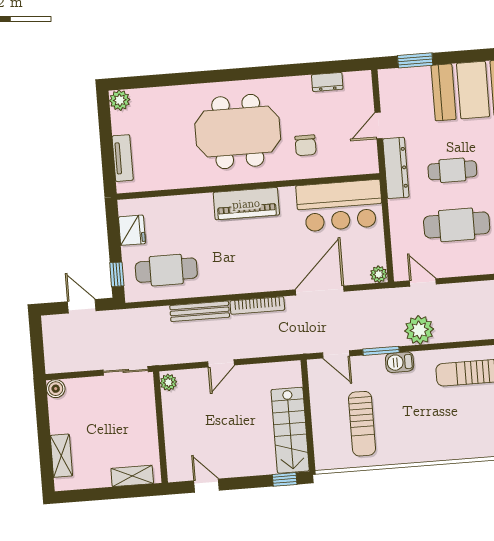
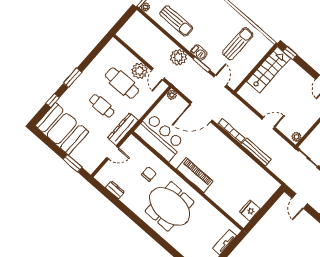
plant: (450, 263) -> (140, 71), added
cafe table: (166, 270) -> (252, 181), removed
window: (117, 274) -> (273, 199), removed

